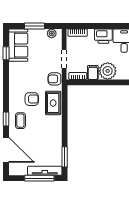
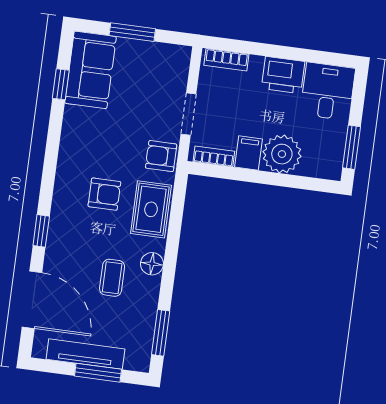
plant: (52, 33) -> (168, 54), removed
coffee table: (20, 121) -> (112, 278), moved
floor lamp: (57, 127) -> (152, 264), added
tv unit: (45, 171) -> (85, 354), moved
window: (39, 178) -> (98, 373), width x0.69

